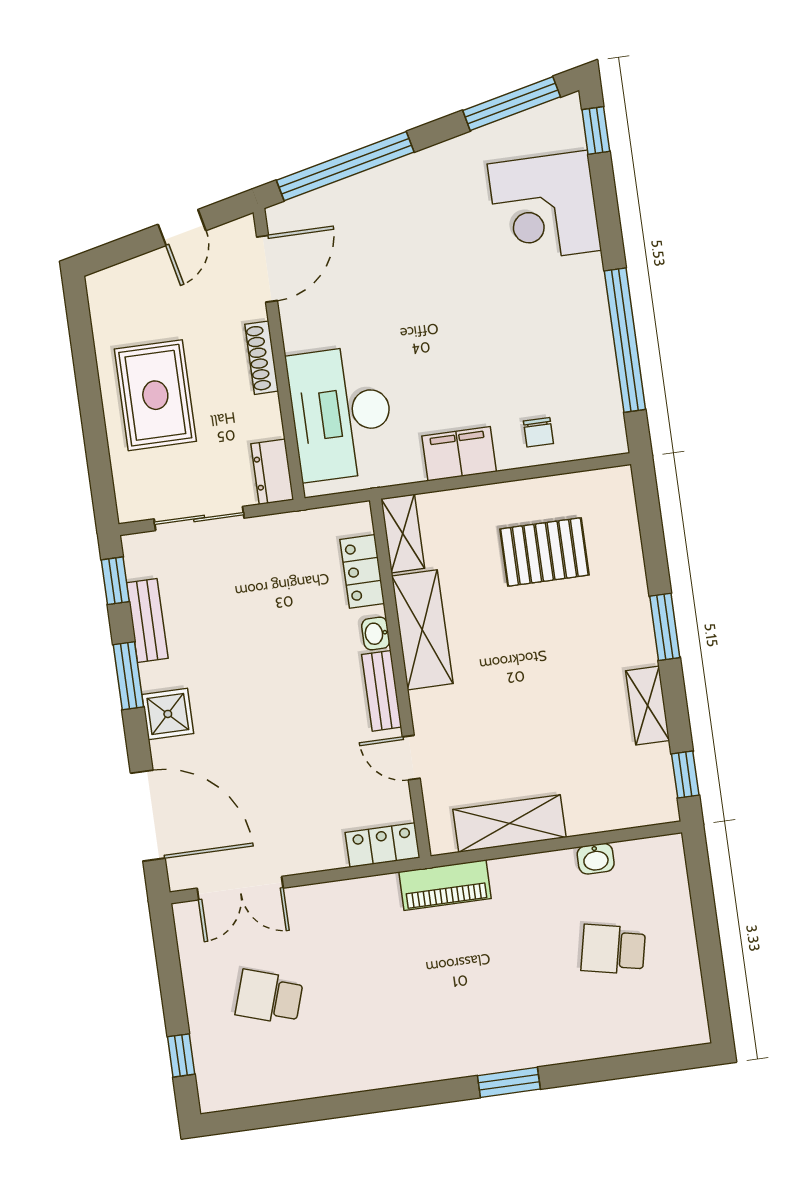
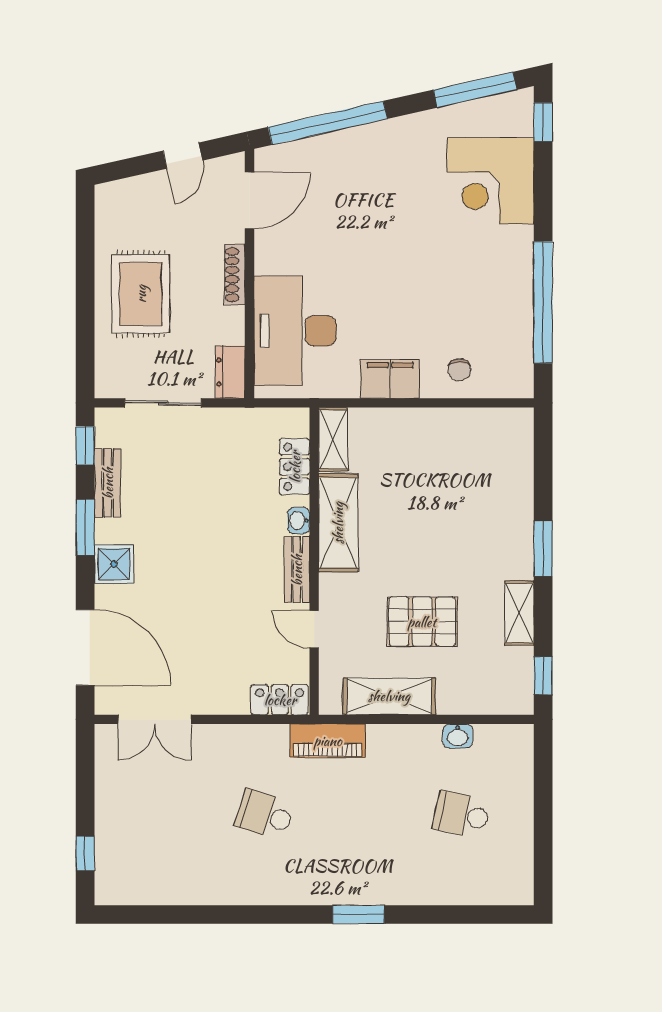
pallet: (544, 552) -> (422, 622), moved
school desk: (269, 997) -> (265, 815), moved

